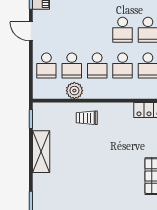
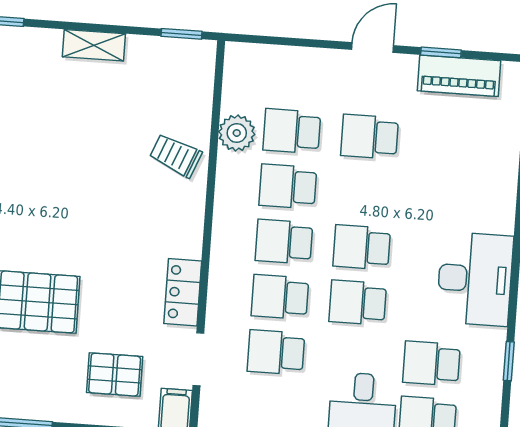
school desk: (46, 65) -> (370, 137), moved
trolley: (87, 118) -> (176, 155), turned -68
shelving: (41, 152) -> (94, 45), width x0.67, depth x0.75

